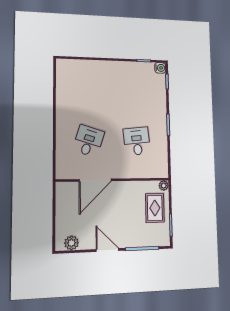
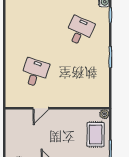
desk: (137, 141) -> (80, 31), moved, turned 30
door: (95, 180) -> (41, 108), width x0.53

